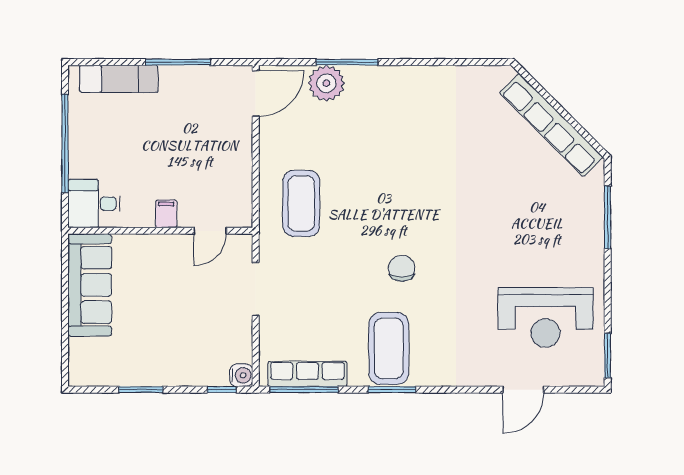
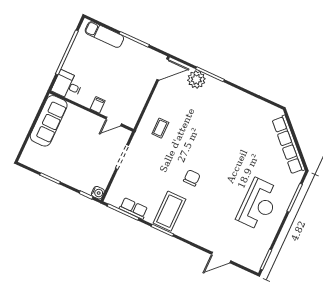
coffee table: (301, 203) -> (160, 128), width x0.54, depth x0.58
reception desk: (545, 317) -> (258, 204), moved, turned -90
row of seats: (307, 374) -> (133, 208), width x0.68

